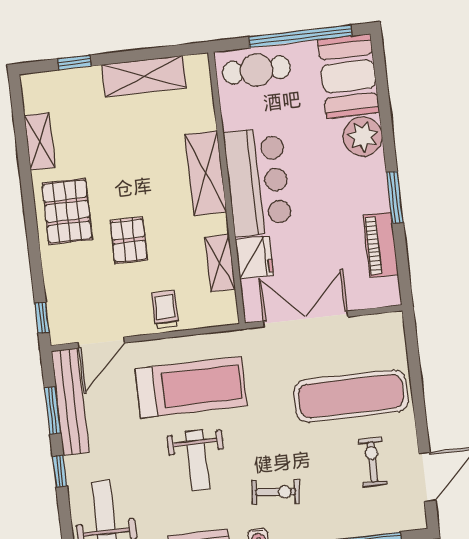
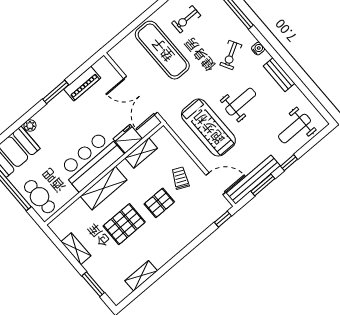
window: (74, 62) -> (93, 284), width x1.50
shelving: (144, 76) -> (76, 249), width x0.67, depth x0.75
plant: (363, 137) -> (30, 125), width x0.53, depth x0.53
pallet: (67, 211) -> (124, 224), moved
trolley: (165, 310) -> (180, 178), moved, turned 115
treadmill: (191, 387) -> (208, 128), turned 180
exercise bike: (276, 492) -> (231, 55), turned -125

